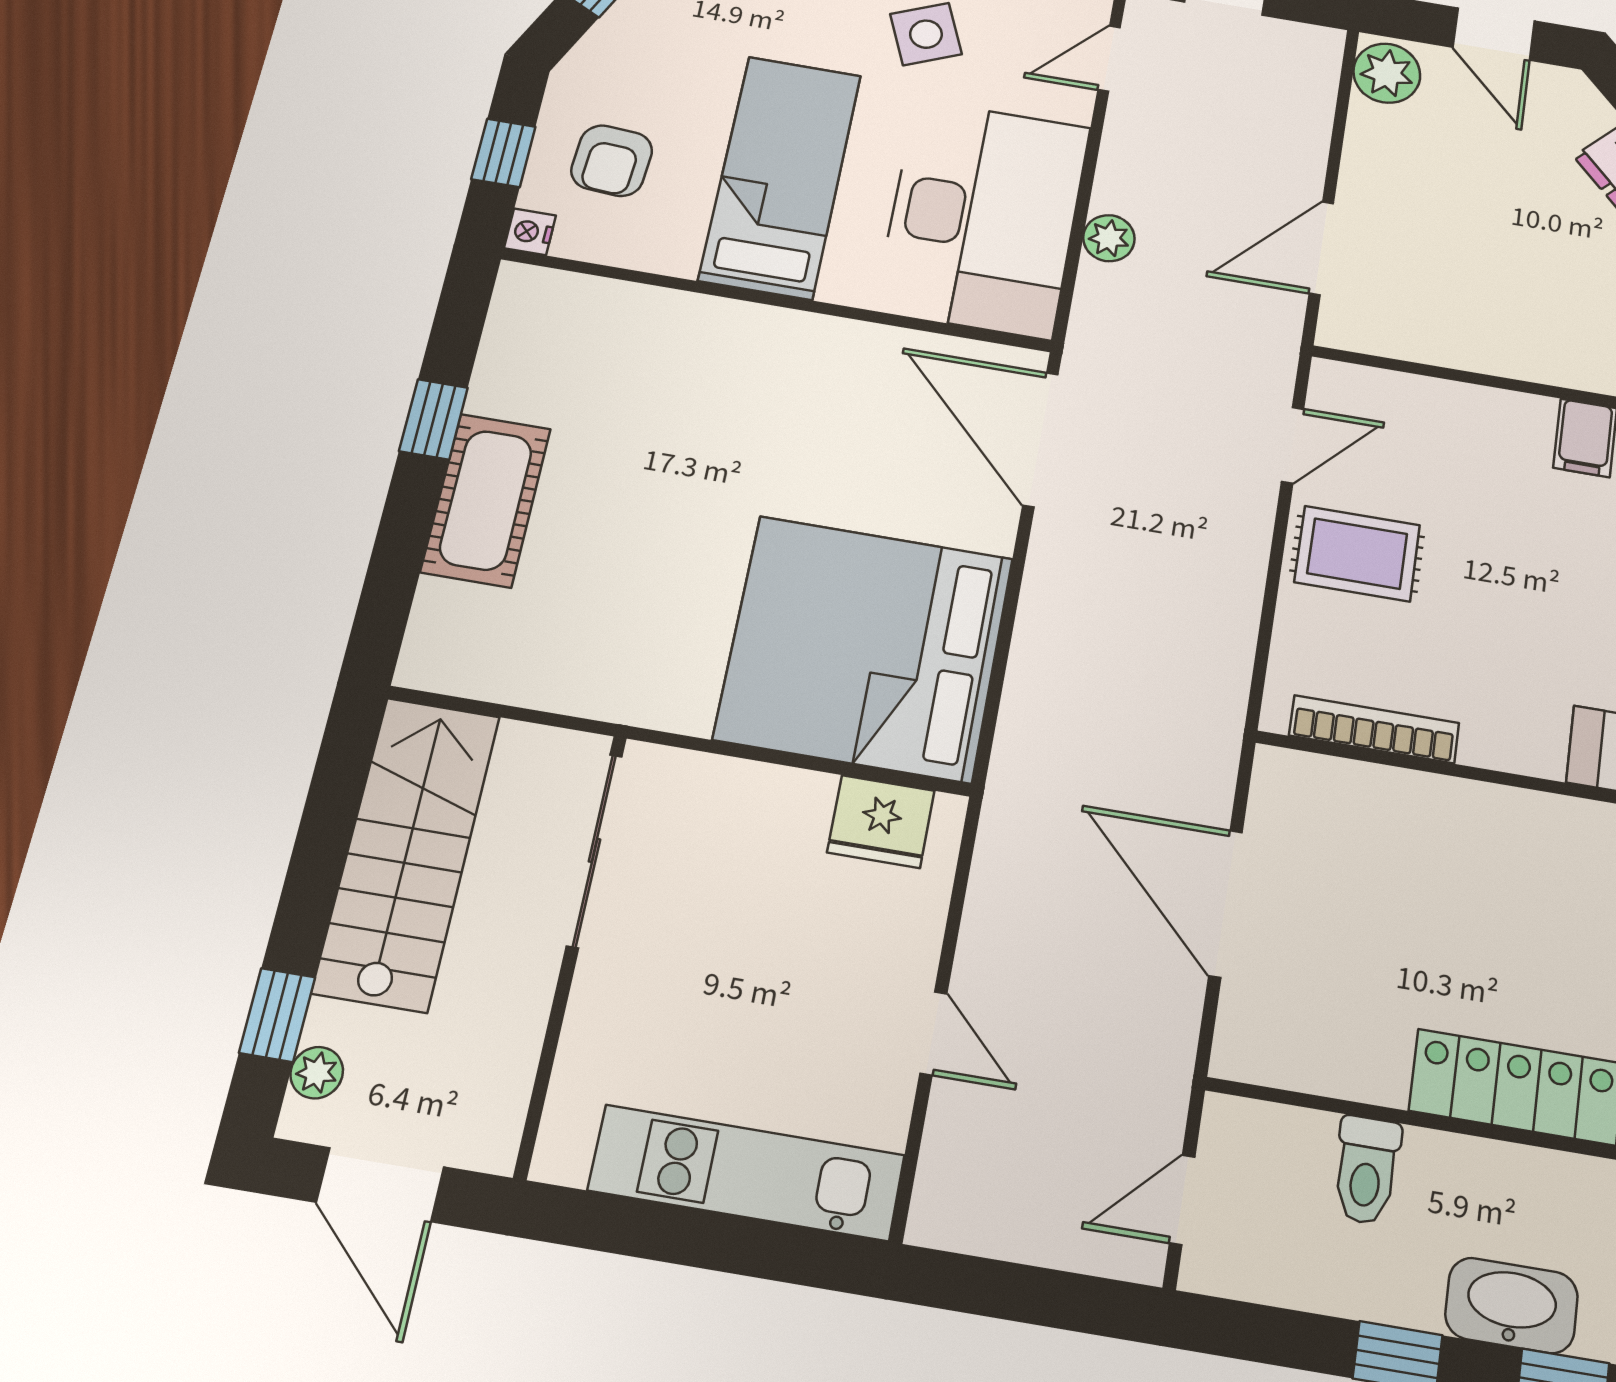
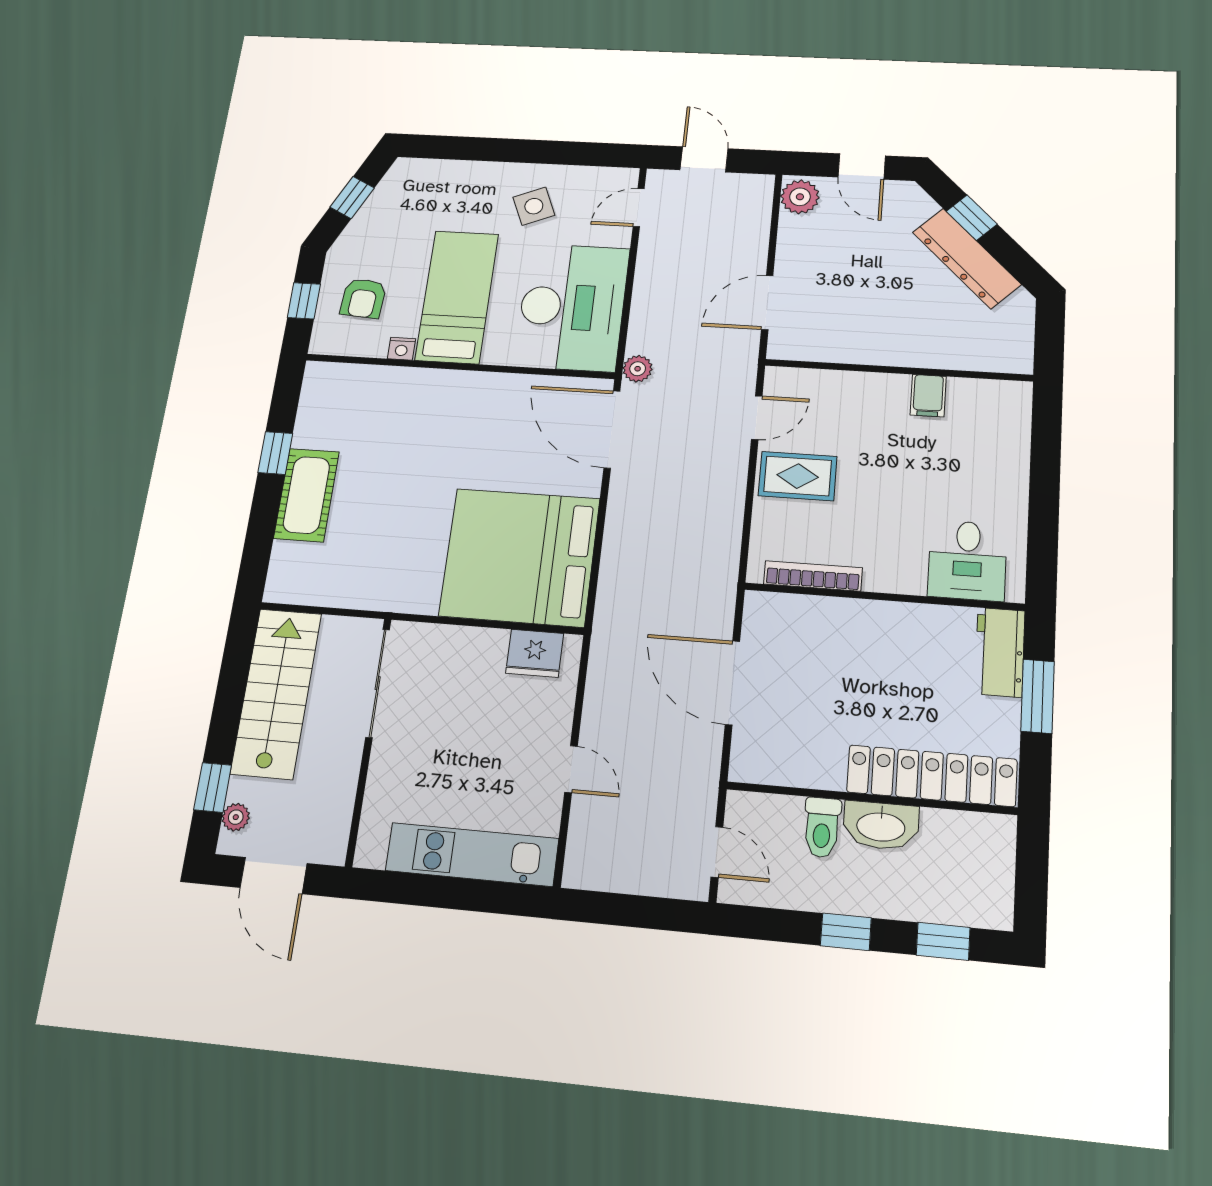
nightstand: (530, 232) -> (401, 349), moved, turned -90
plant: (1109, 238) -> (638, 369), moved
door: (1182, 1200) -> (717, 852), swing flipped
washbasin: (1512, 1305) -> (881, 826), moved, turned 180

